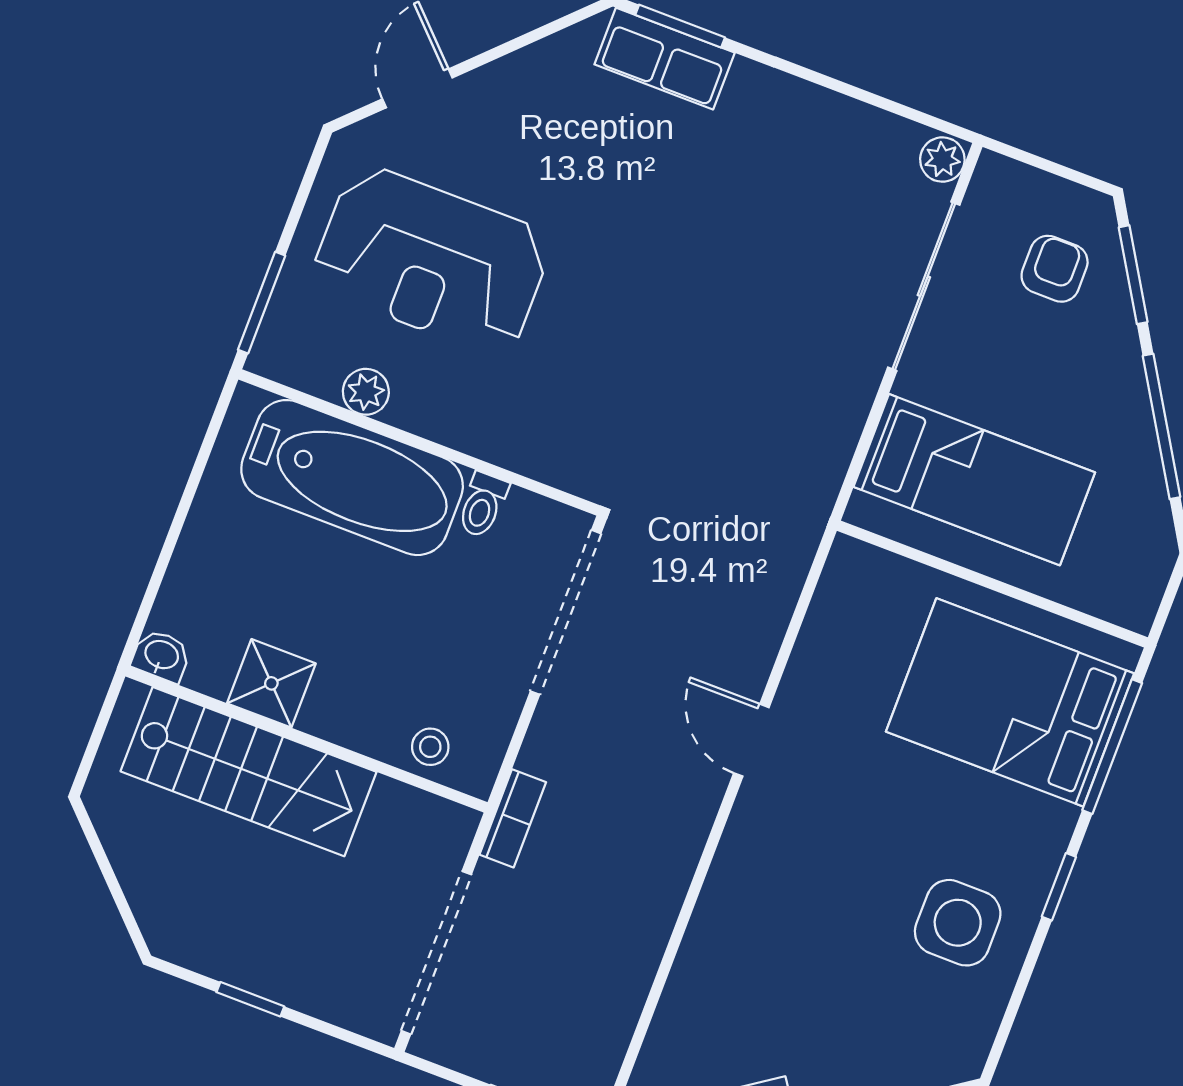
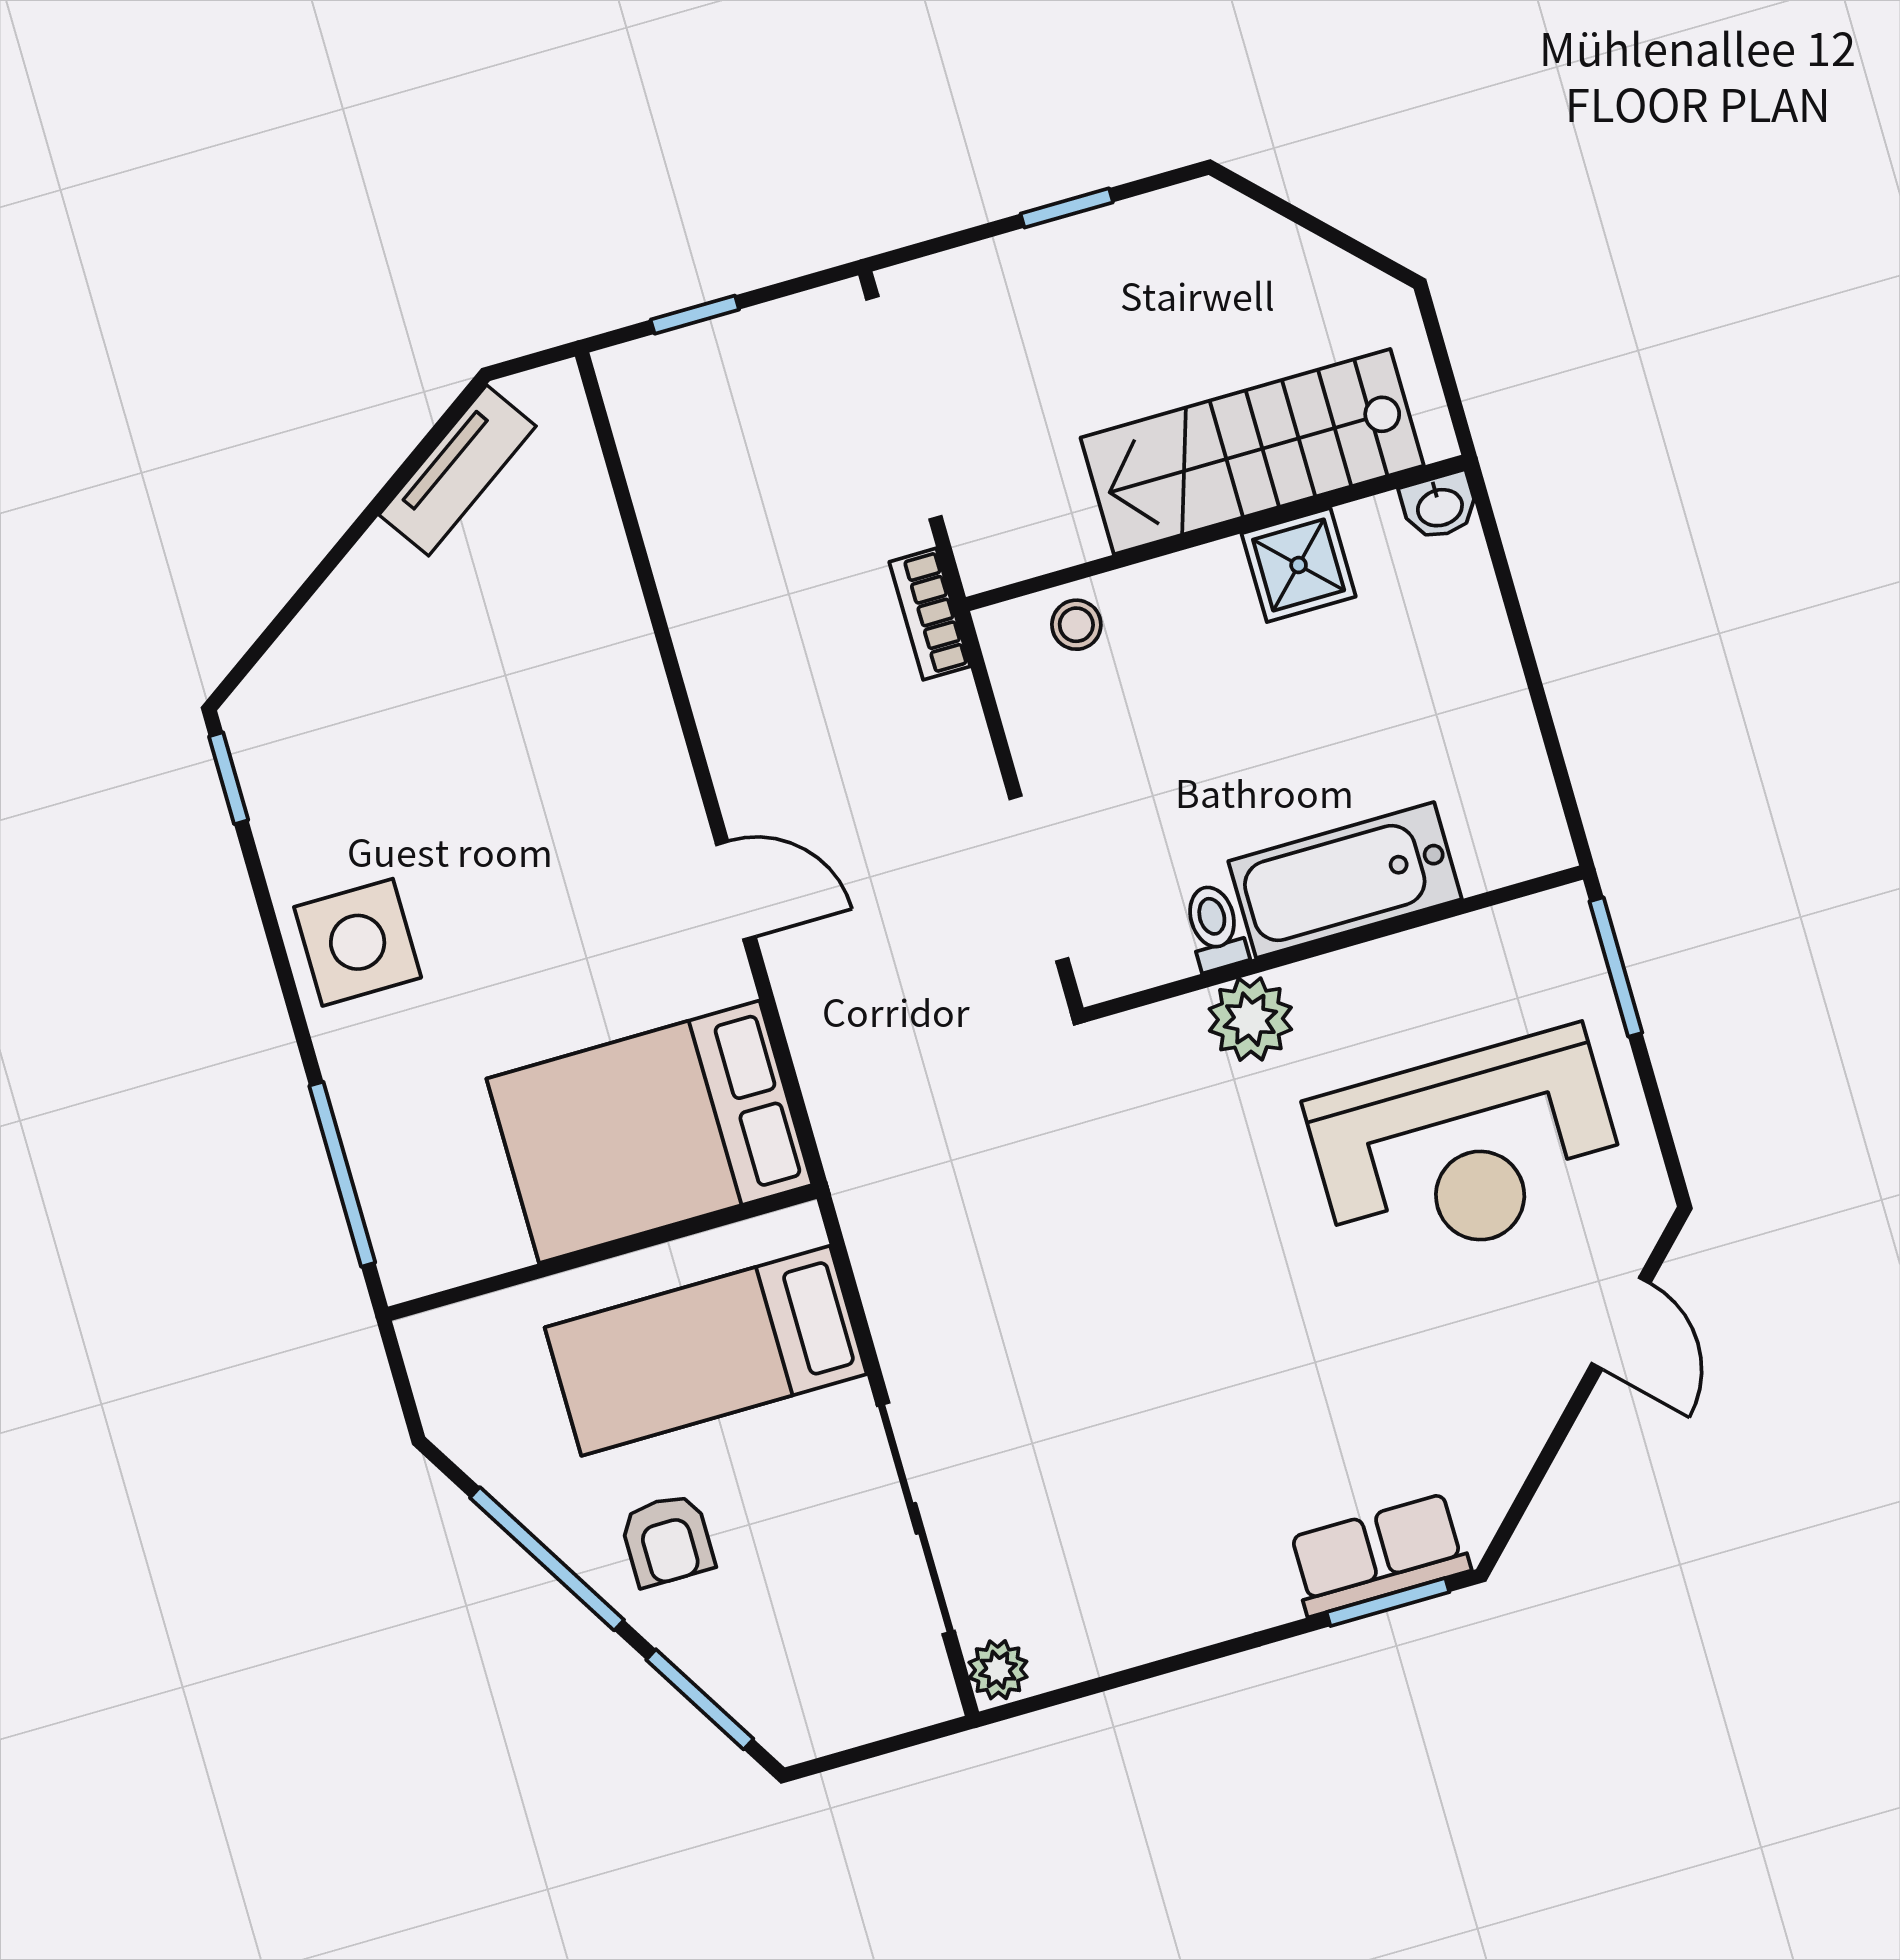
reception desk: (432, 260) -> (1467, 1150), turned 180
armchair: (1055, 269) -> (667, 1540), moved
plant: (366, 392) -> (1250, 1019), moved, width x1.38, depth x1.38
bathtub: (352, 478) -> (1345, 880), width x0.73, depth x0.73
doorway: (566, 612) -> (1039, 879), width x0.73
bed: (1010, 702) -> (649, 1132), moved, turned 180
window: (1059, 887) -> (229, 778), moved
side table: (958, 923) -> (358, 942), moved

